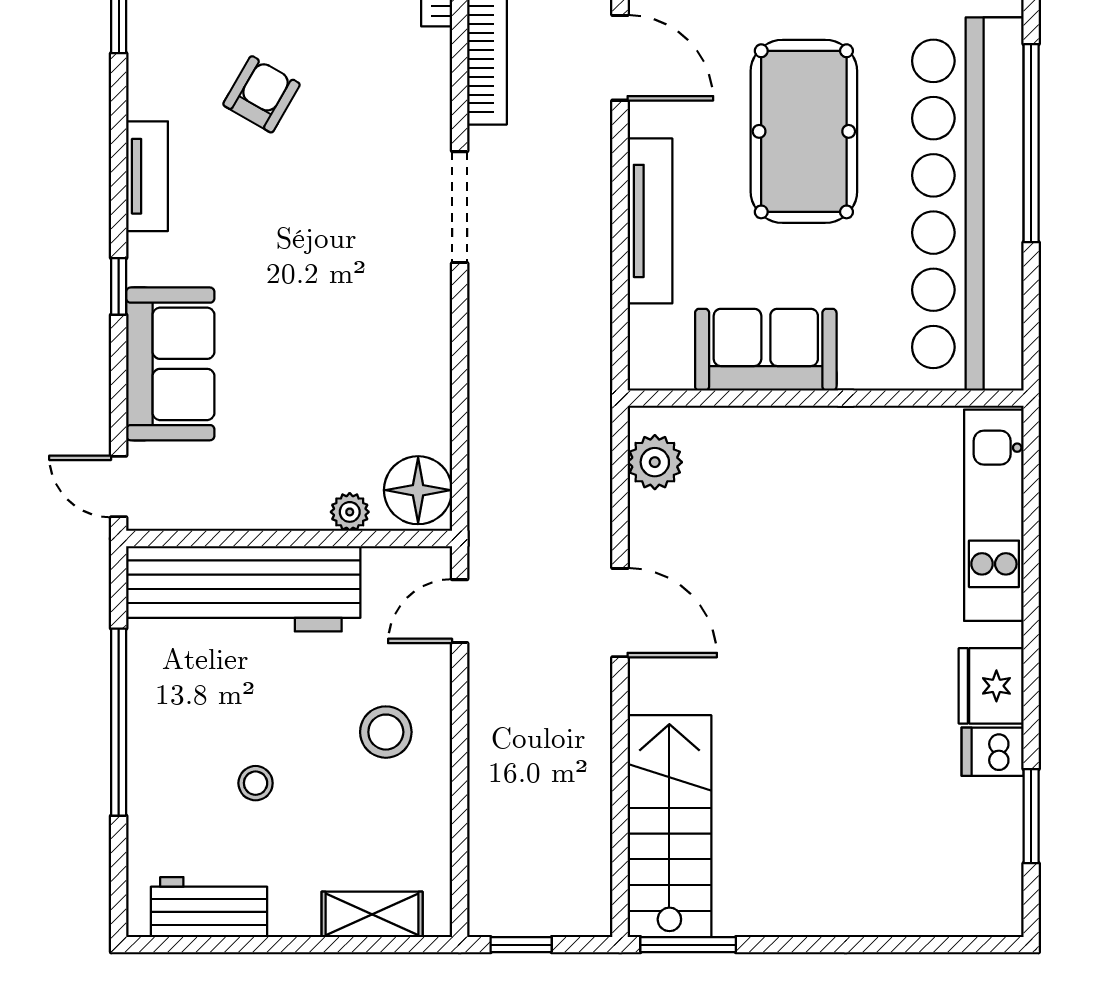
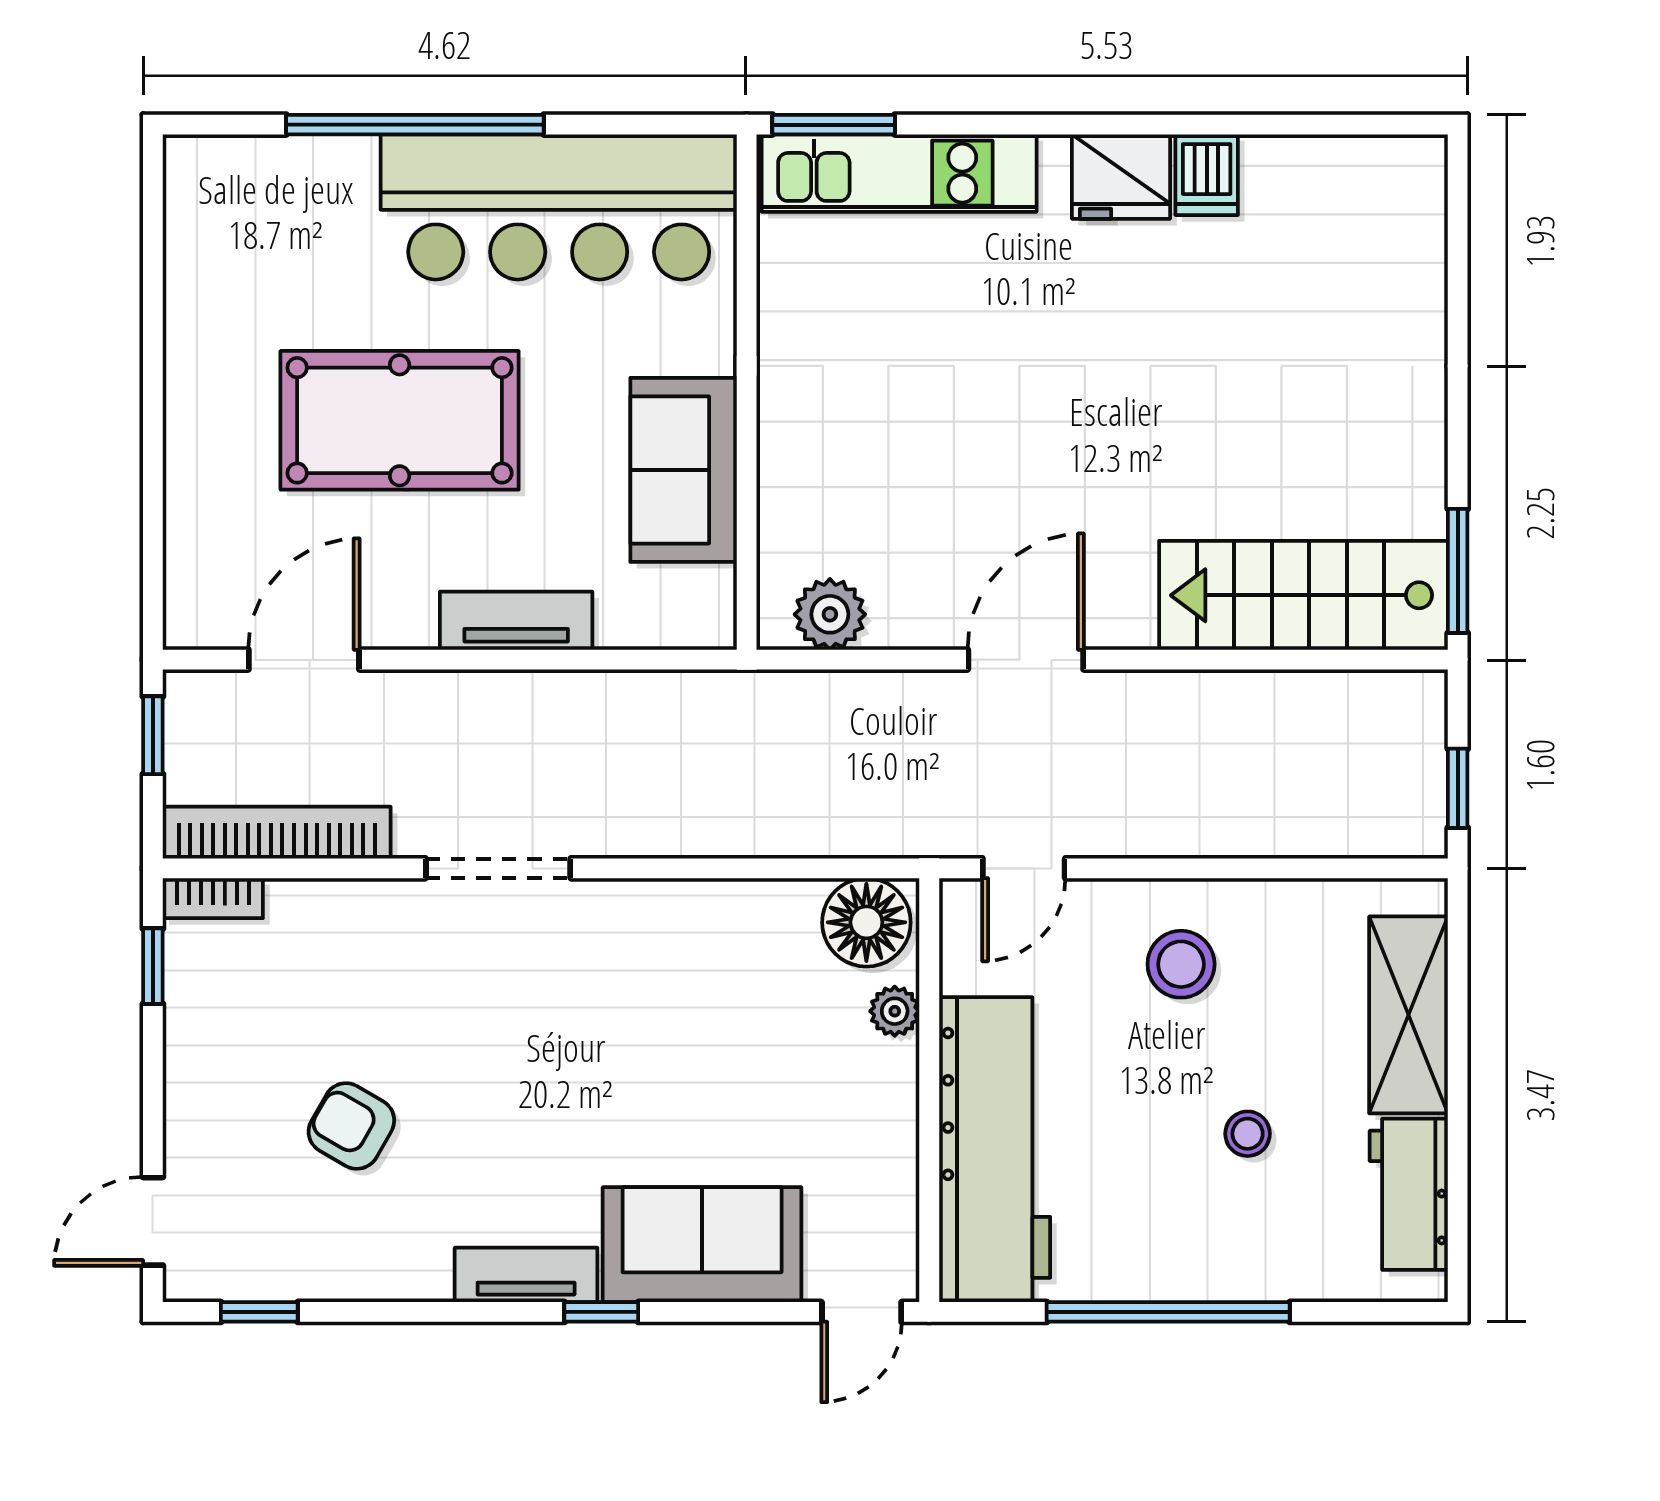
tv unit: (147, 176) -> (526, 1275), moved
bar counter: (968, 204) -> (559, 207), width x0.73
tv unit: (650, 221) -> (516, 621), width x0.71
door: (460, 611) -> (1024, 868), hinge flipped
window: (1031, 816) -> (834, 125), moved
shelving: (372, 914) -> (1409, 1015), width x1.50, depth x1.33

